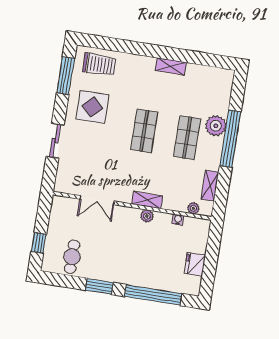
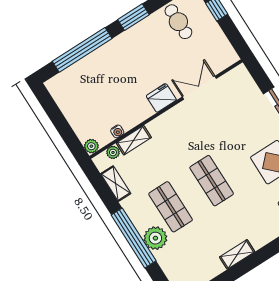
shelving: (147, 200) -> (134, 140), moved
plant: (147, 216) -> (91, 146), moved
fridge: (195, 264) -> (161, 98), moved, turned -90

